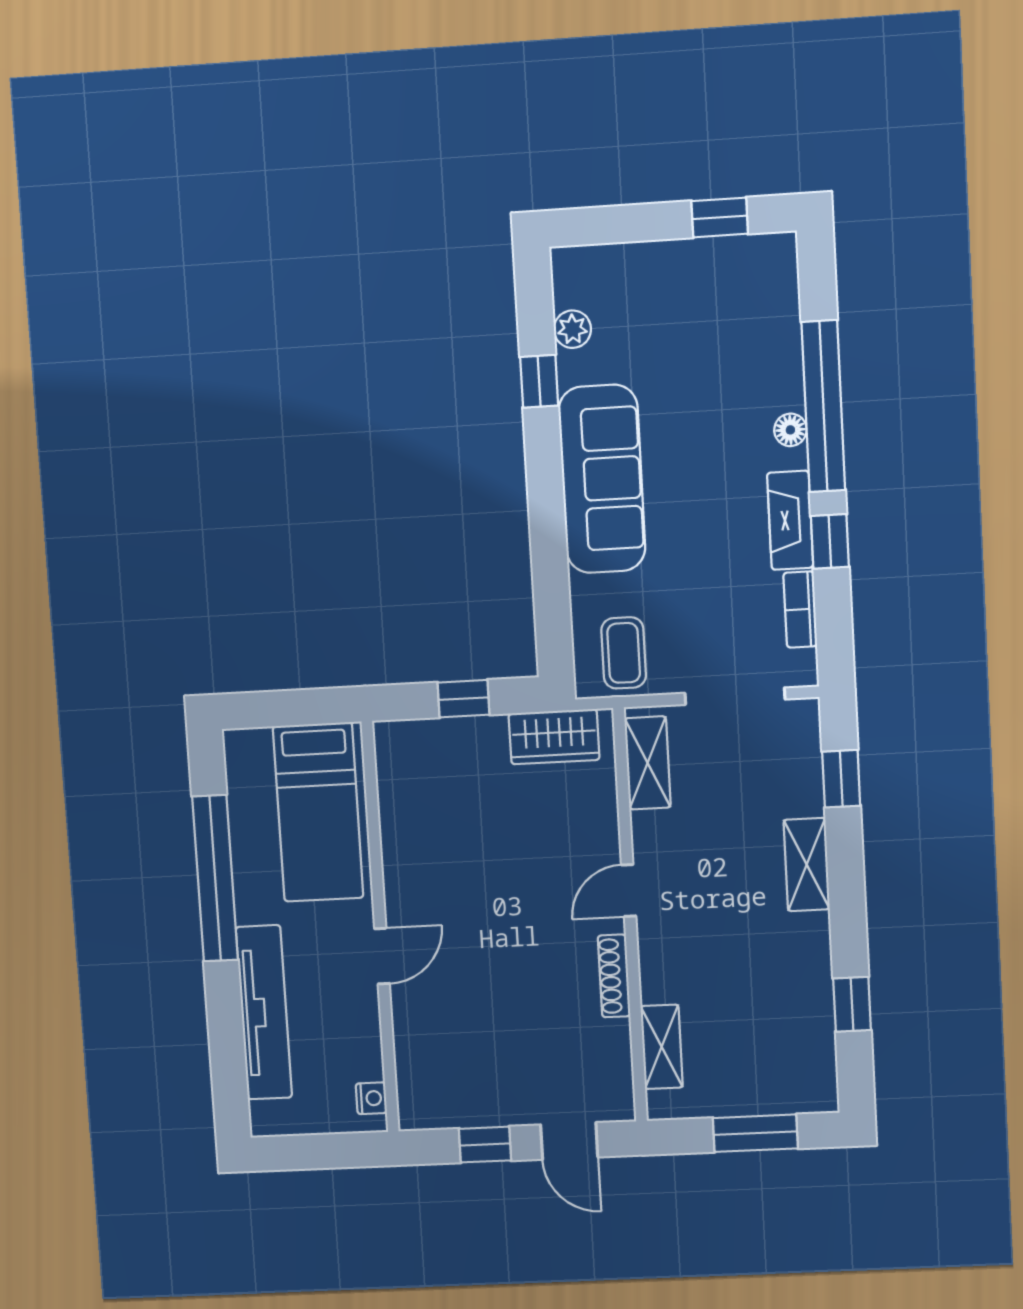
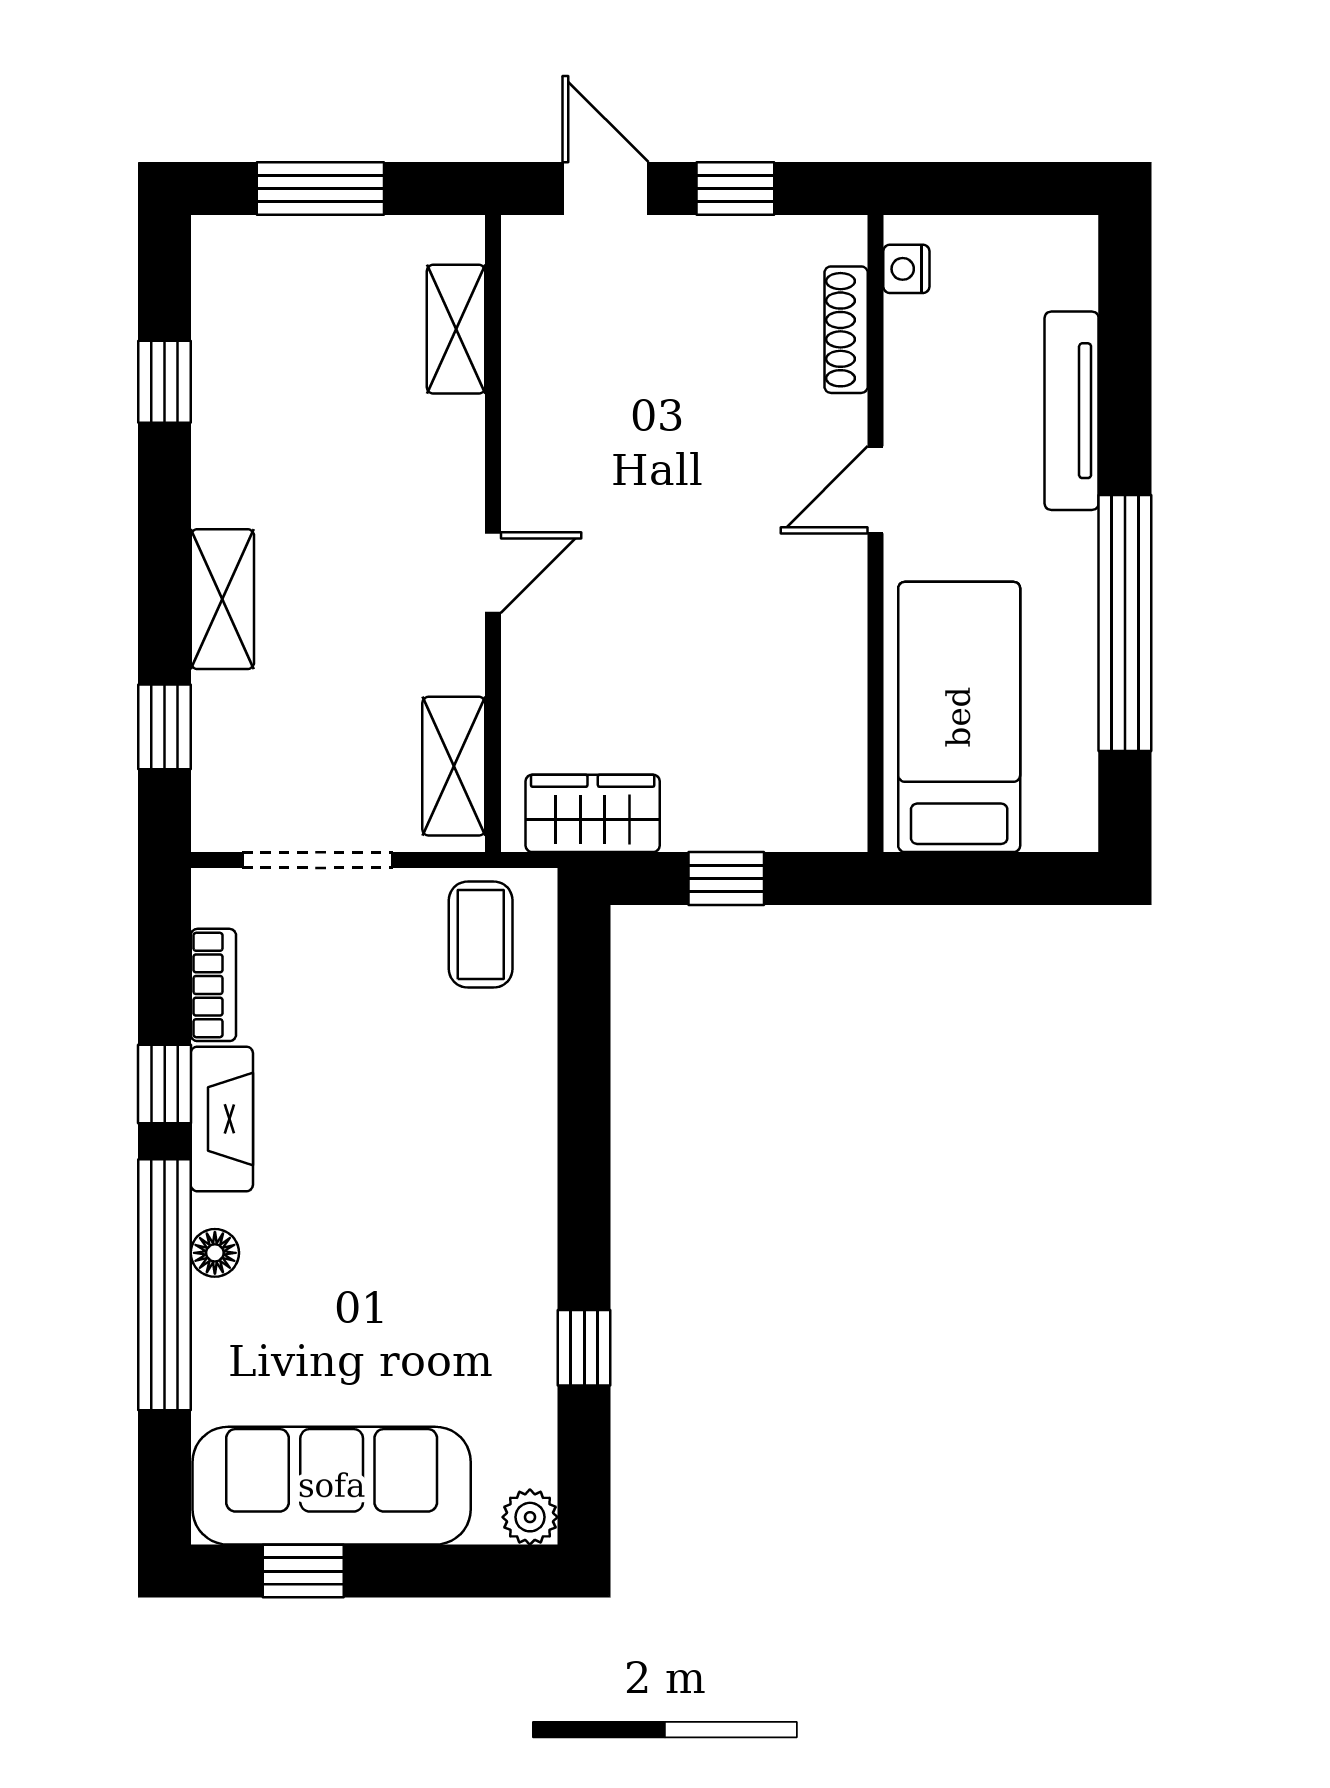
plant: (572, 329) -> (530, 1517), moved
sofa: (602, 479) -> (332, 1486), moved, turned 90
shoe rack: (614, 976) -> (846, 330), moved, turned 180
tv unit: (264, 1012) -> (1072, 411), width x0.73, depth x0.78

